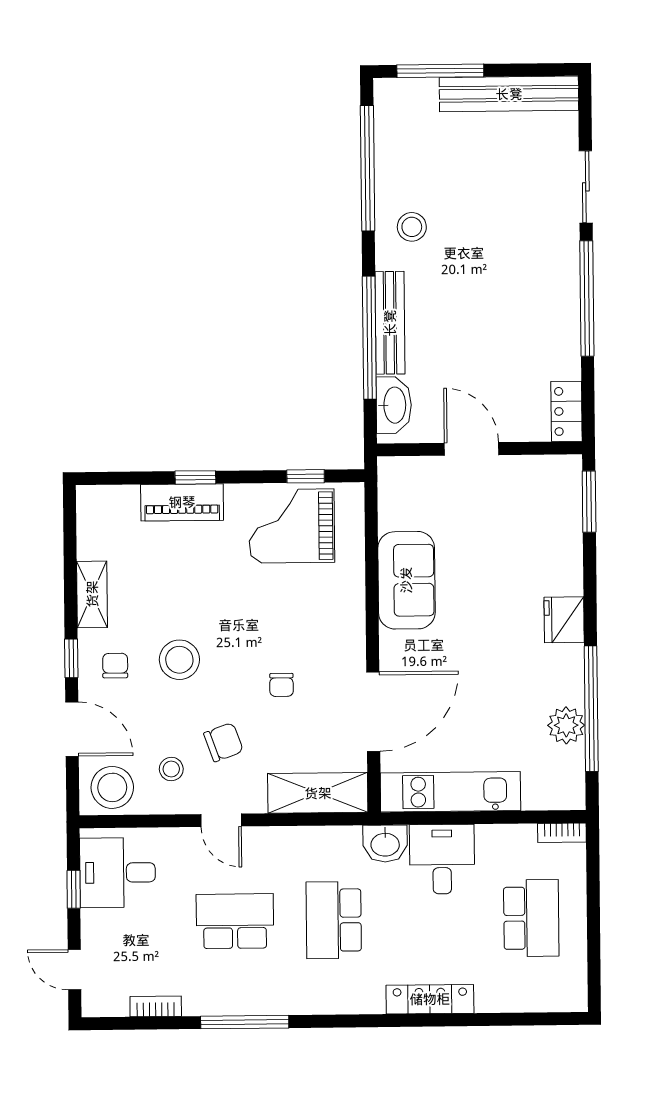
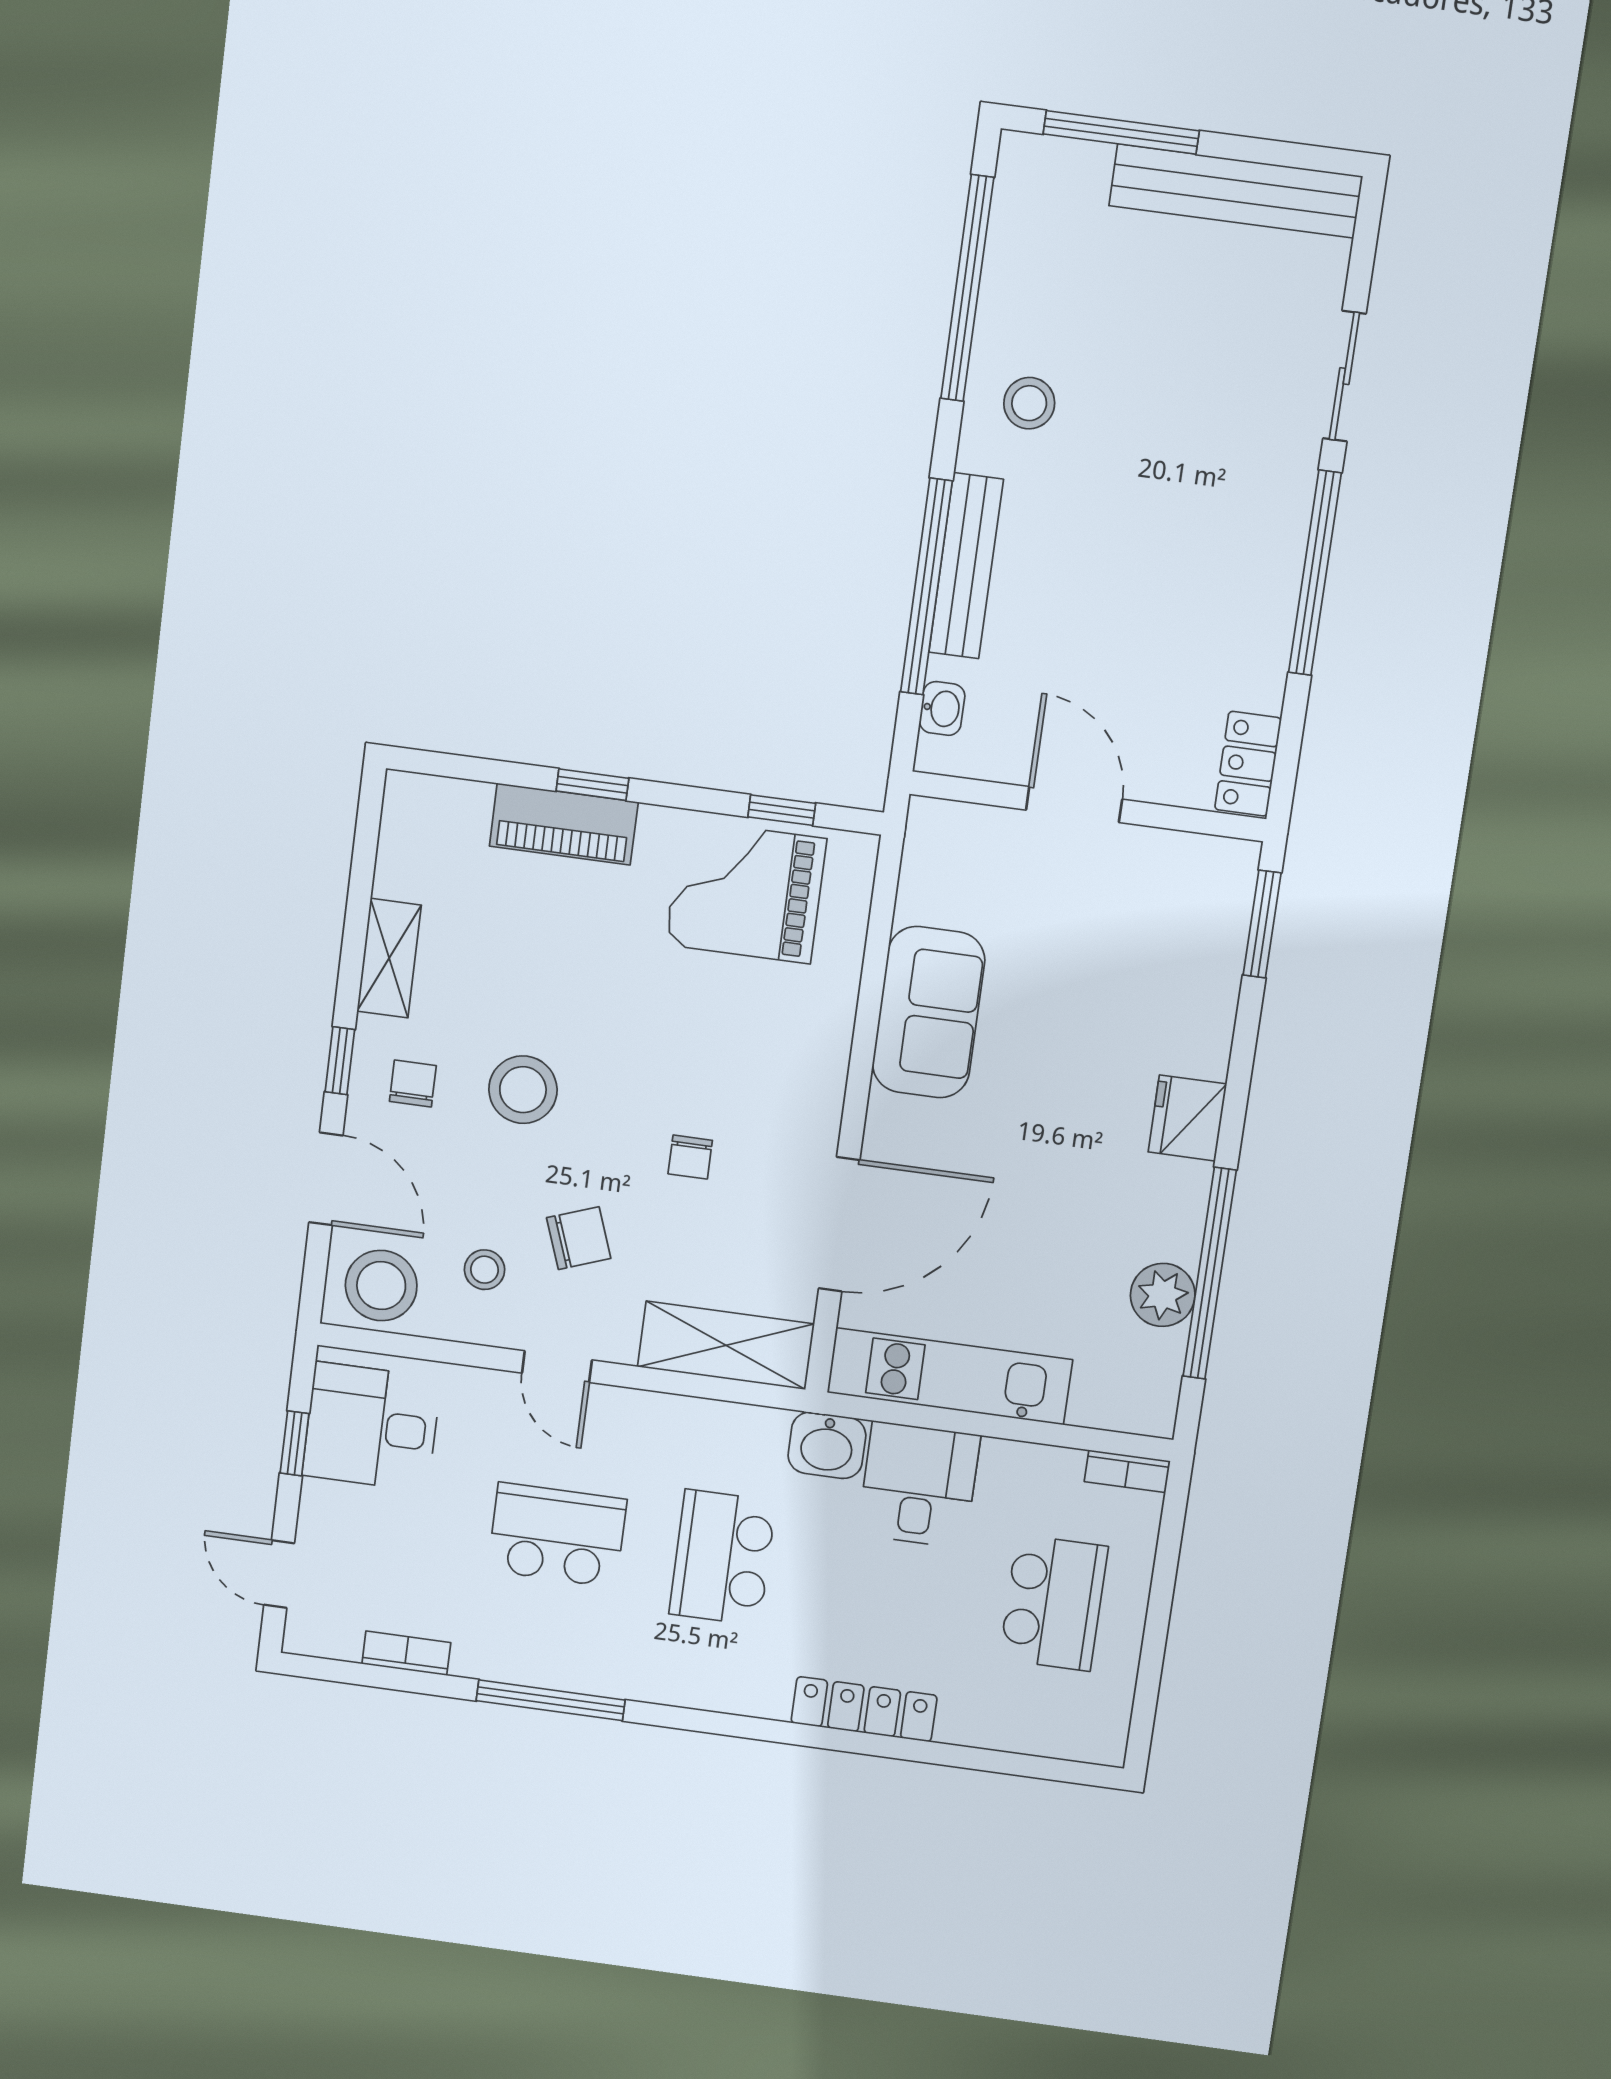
washbasin: (394, 405) -> (942, 708), width x0.52, depth x0.69

